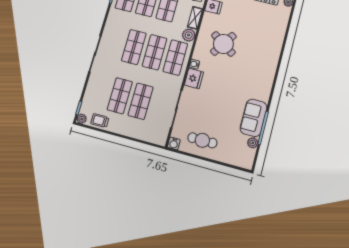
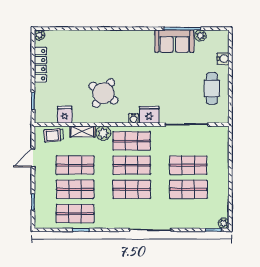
trolley: (100, 121) -> (220, 203), removed
water cooler: (174, 143) -> (223, 59), moved

